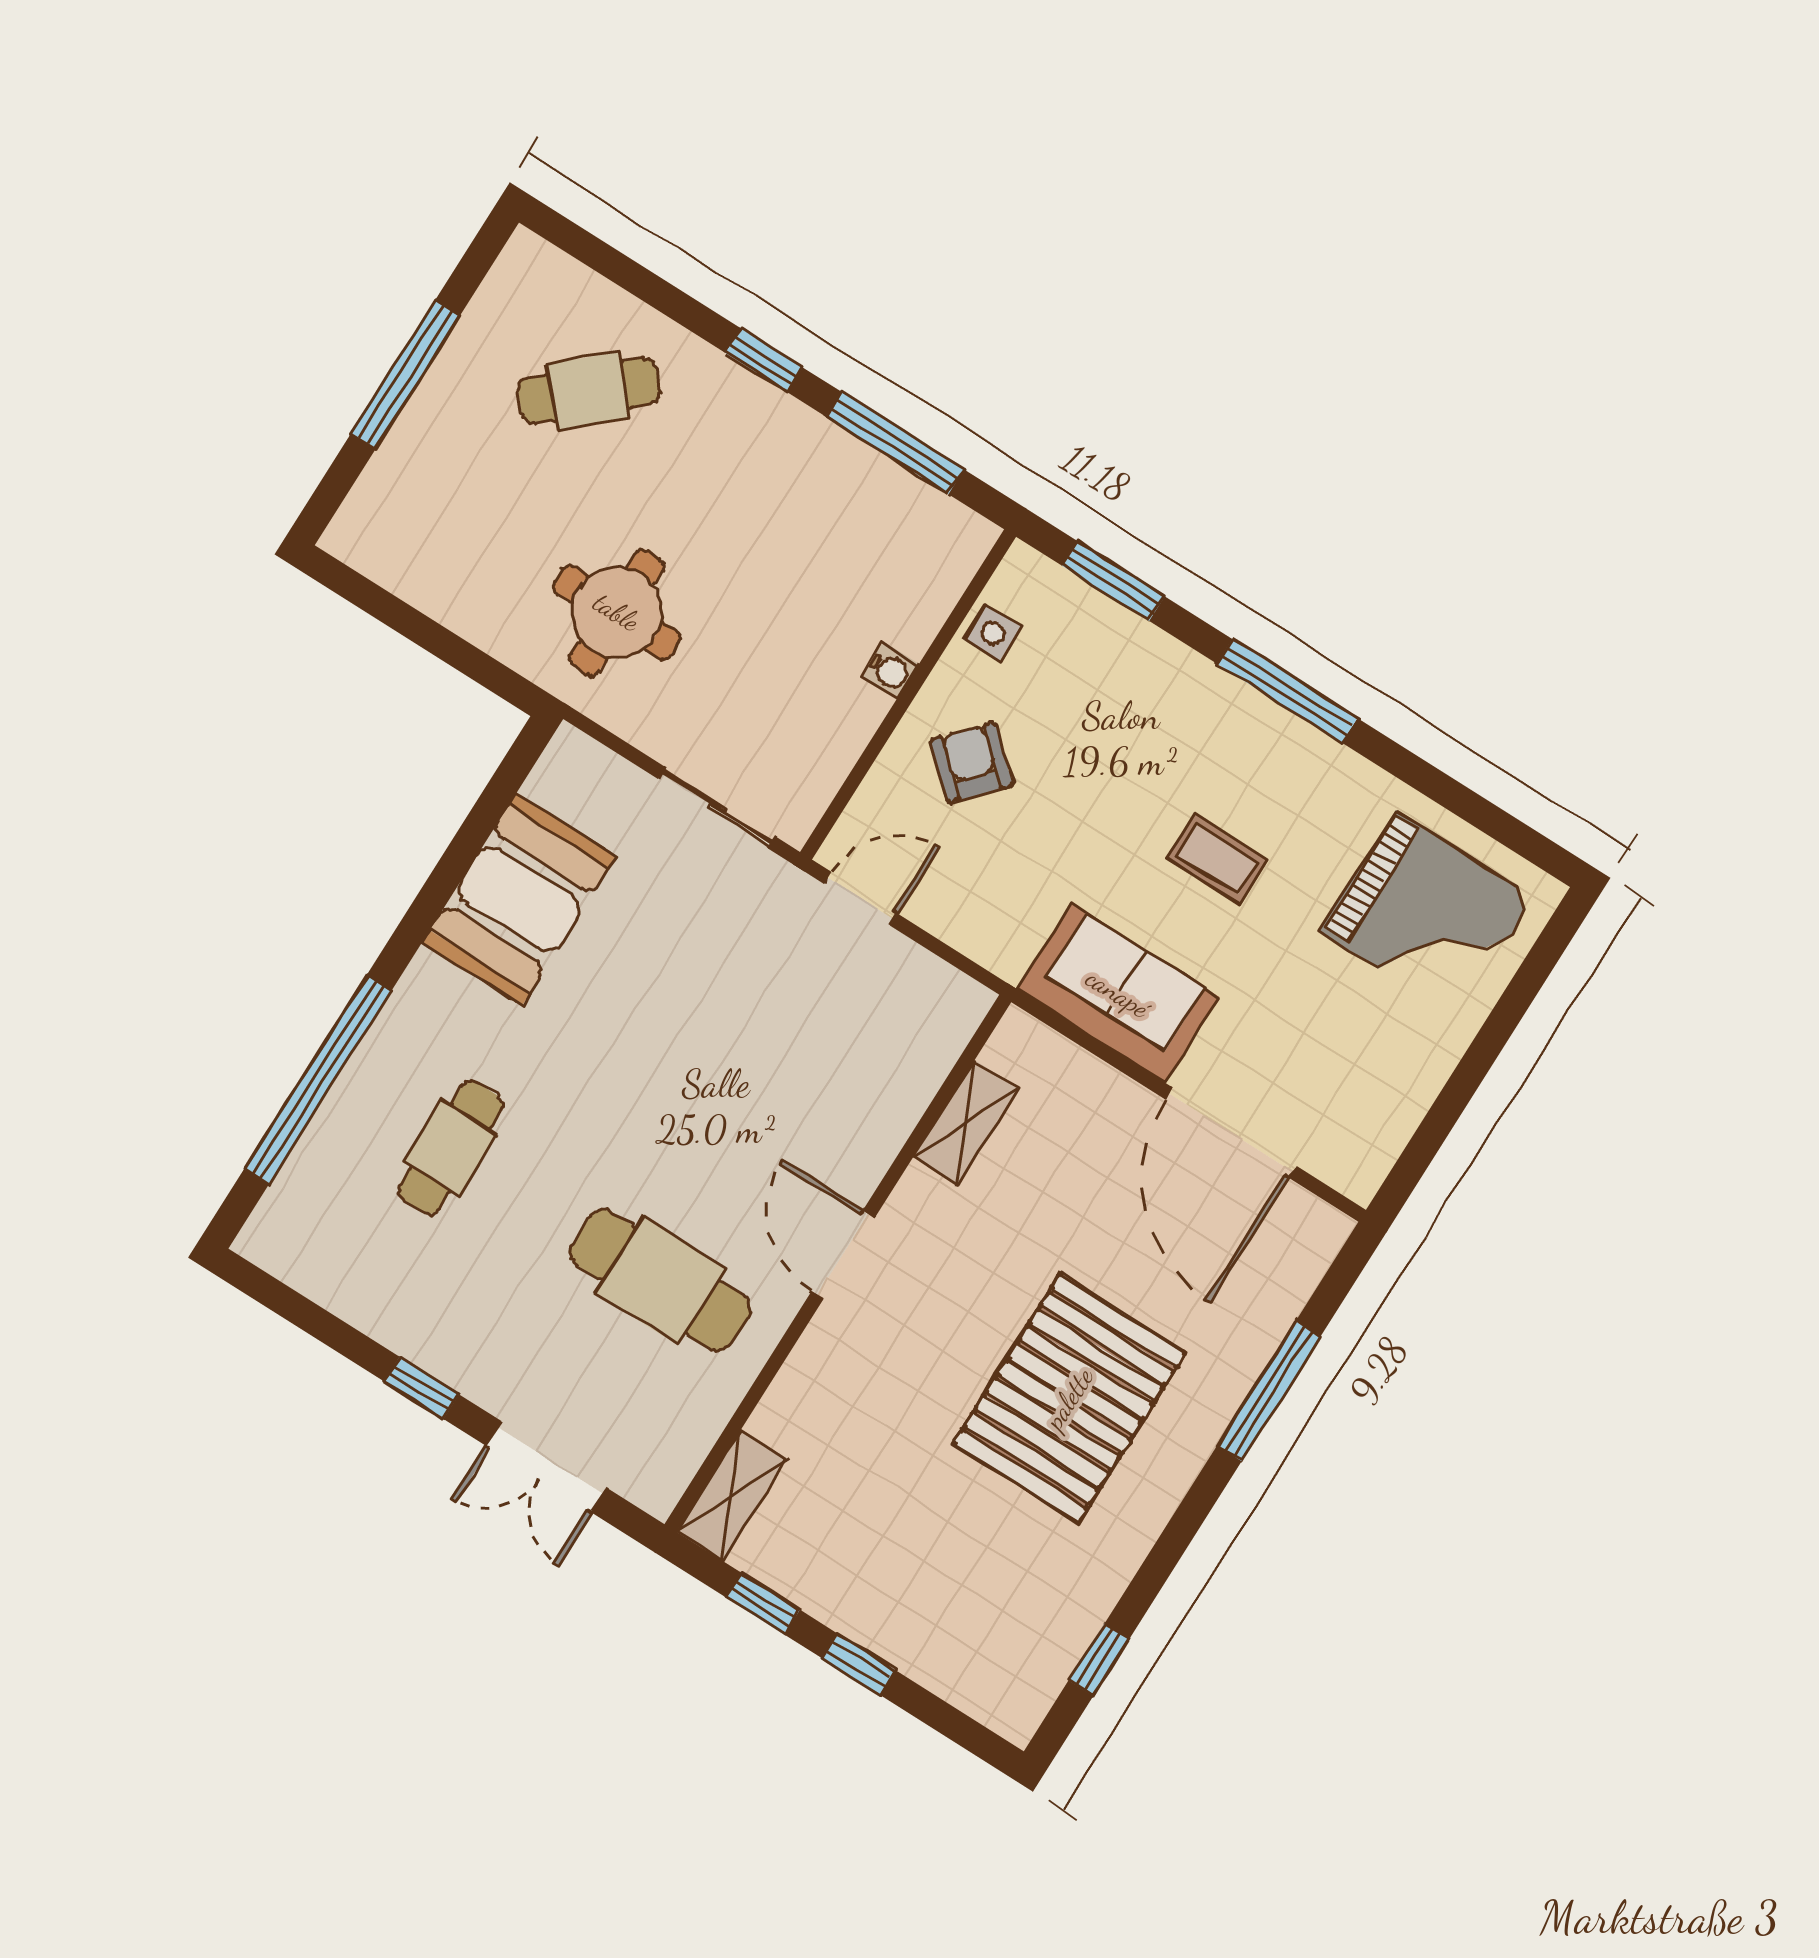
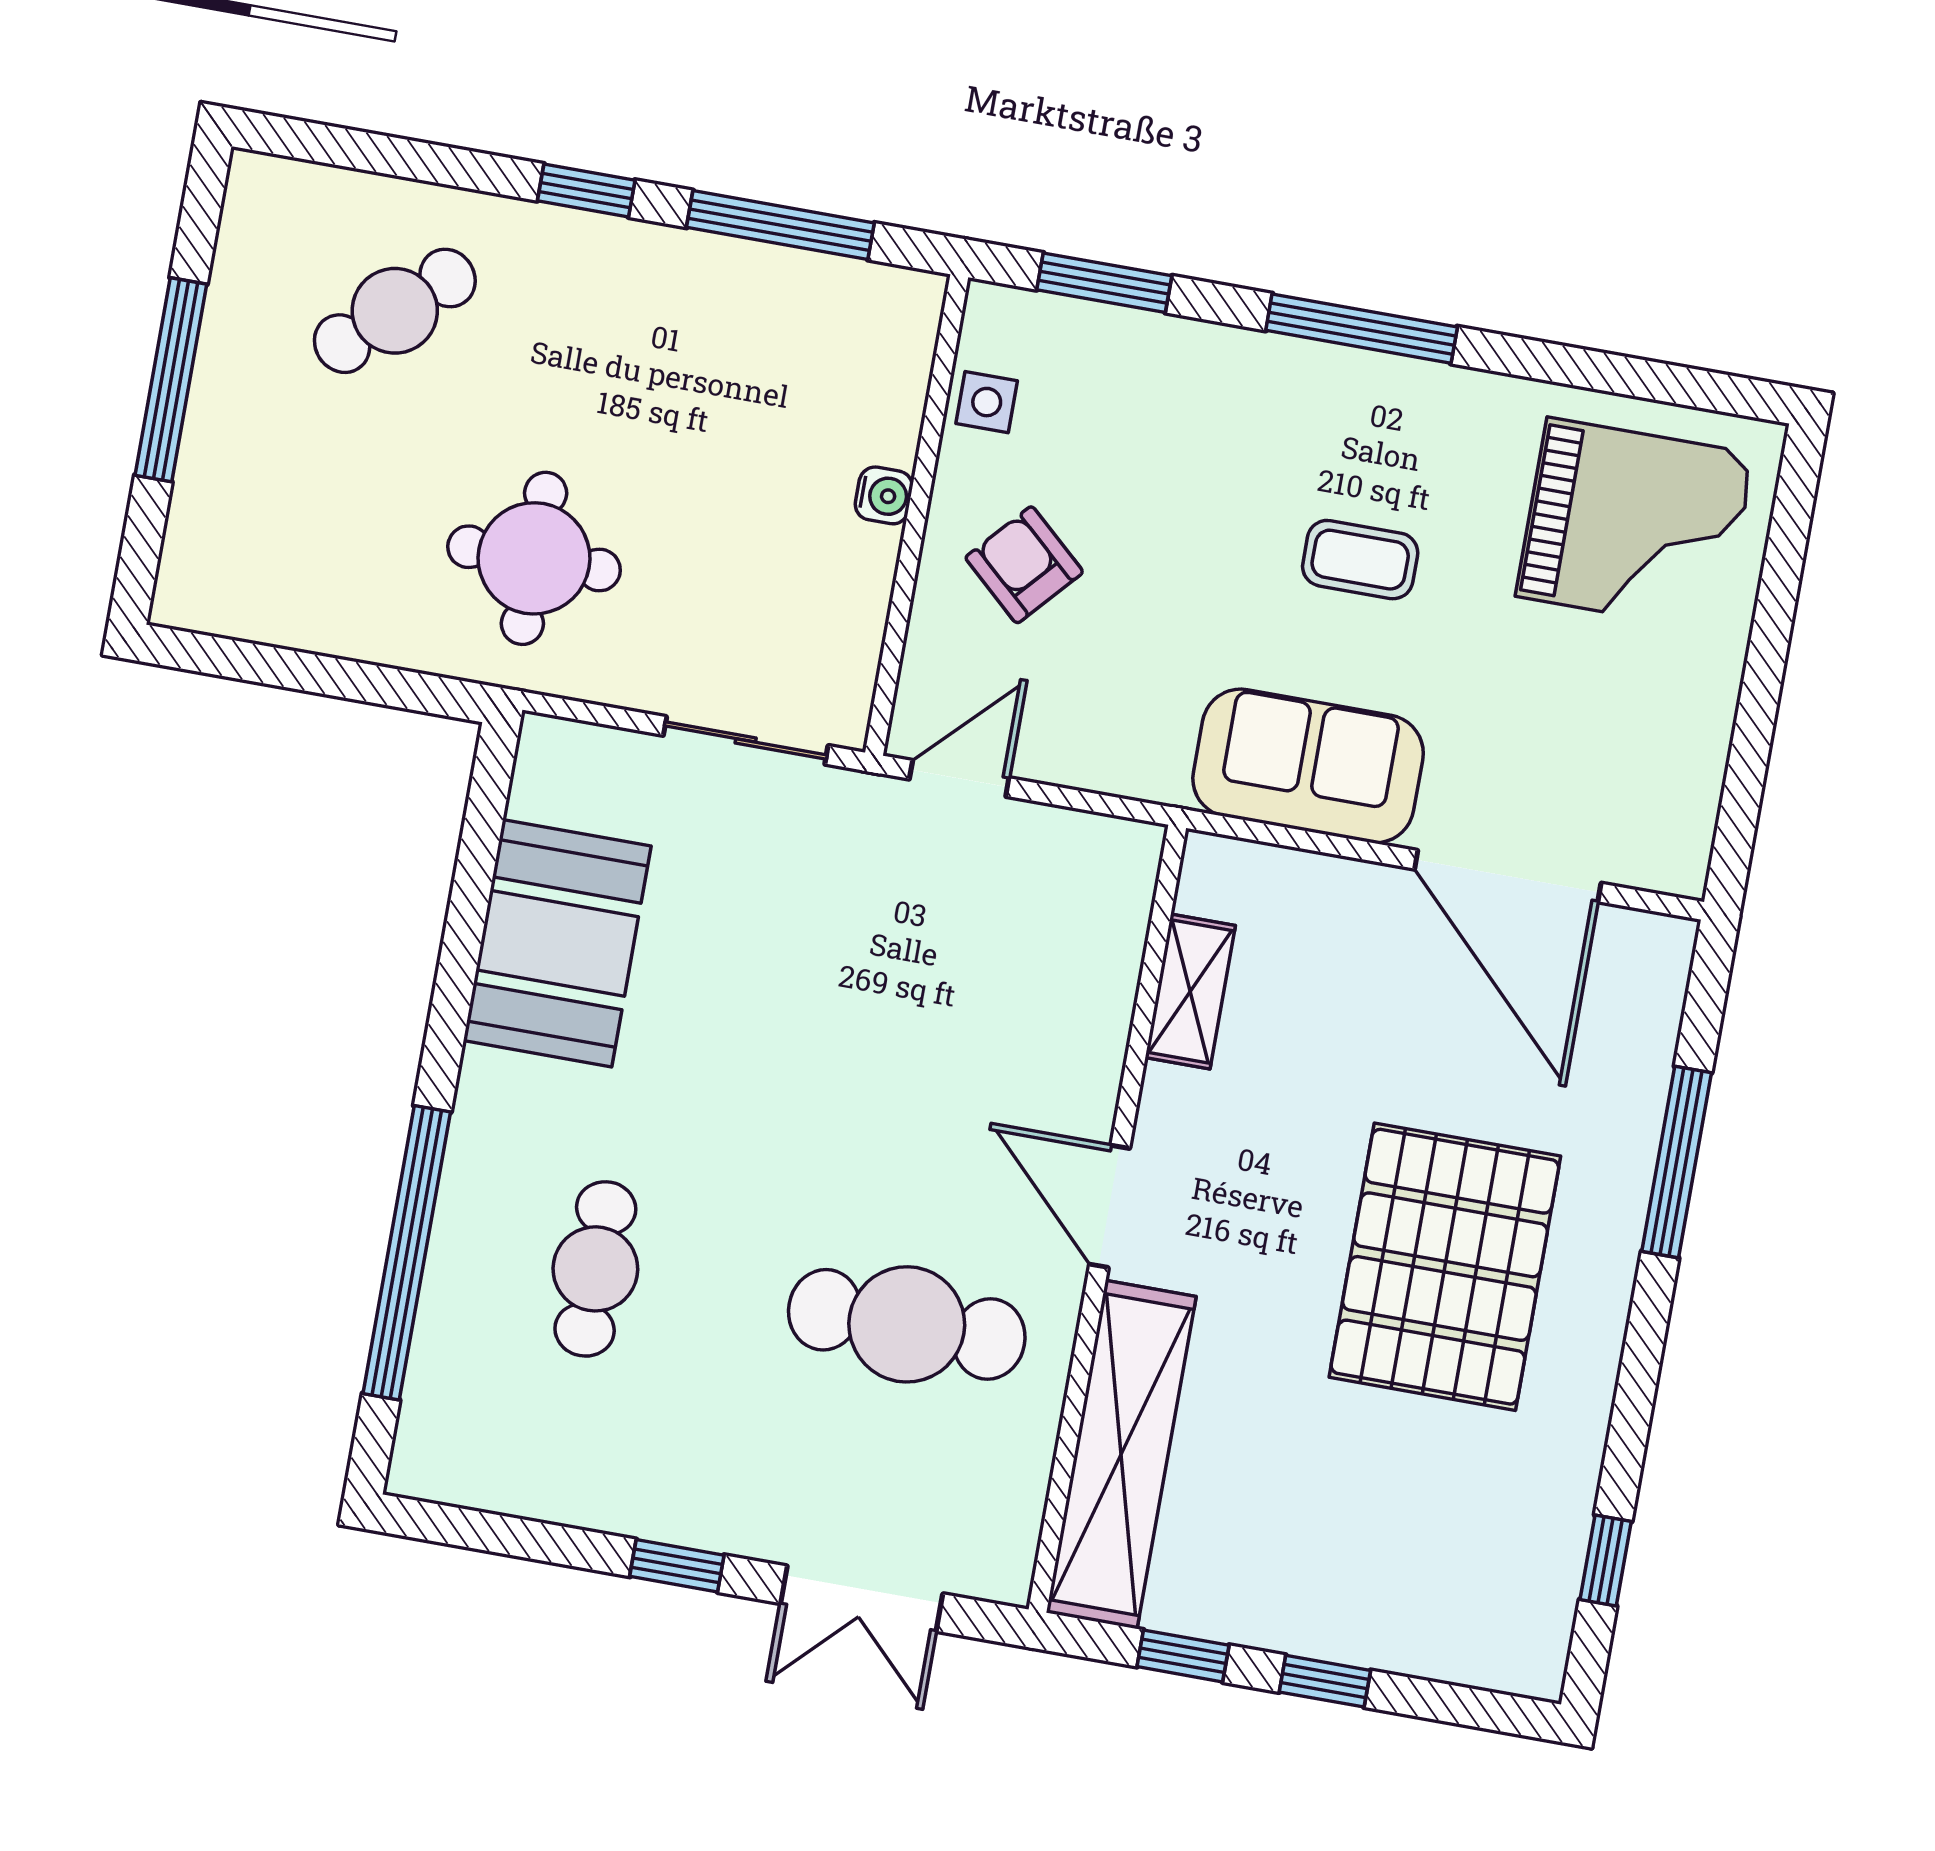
shelving: (731, 1495) -> (1121, 1455), width x2.20, depth x1.33

